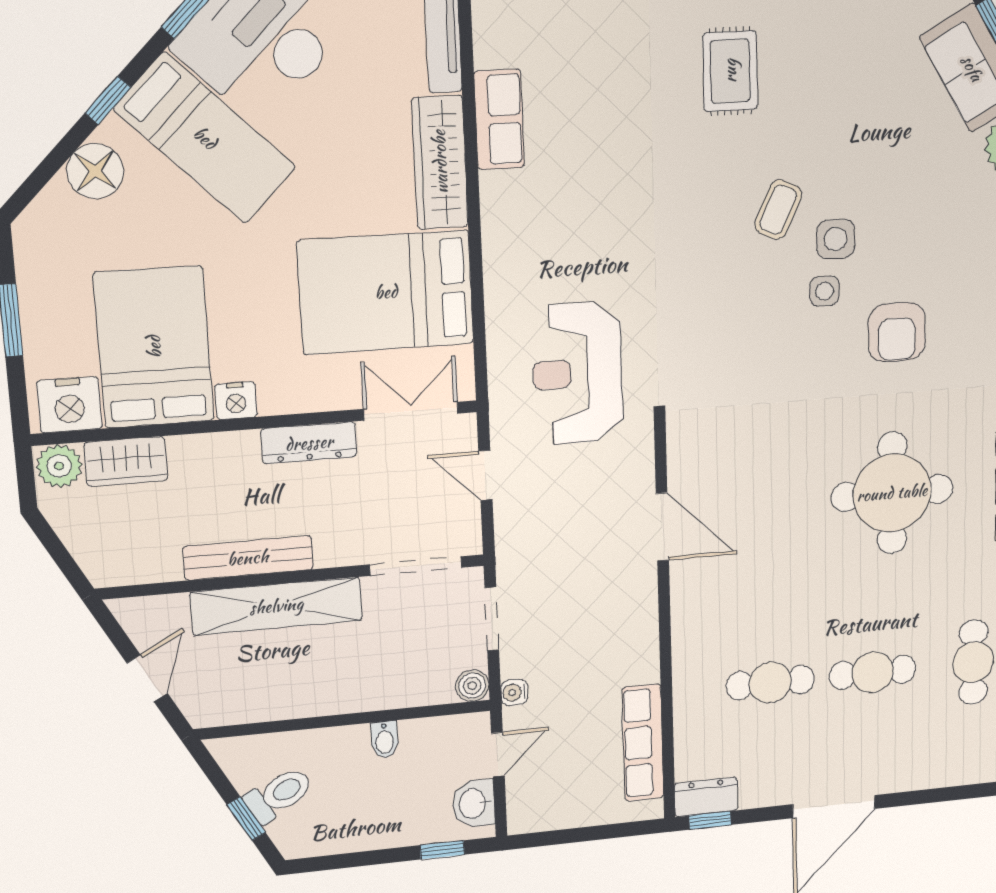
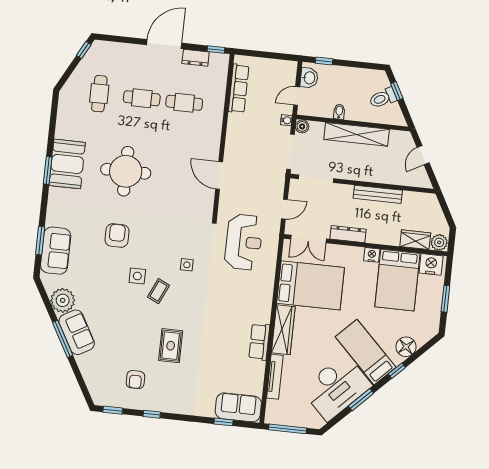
side table: (824, 291) -> (187, 265), moved
door: (485, 475) -> (284, 209), hinge flipped
shelving: (276, 606) -> (357, 134), moved
doorway: (492, 619) -> (291, 152), width x1.38
dresser: (706, 797) -> (196, 58), moved

